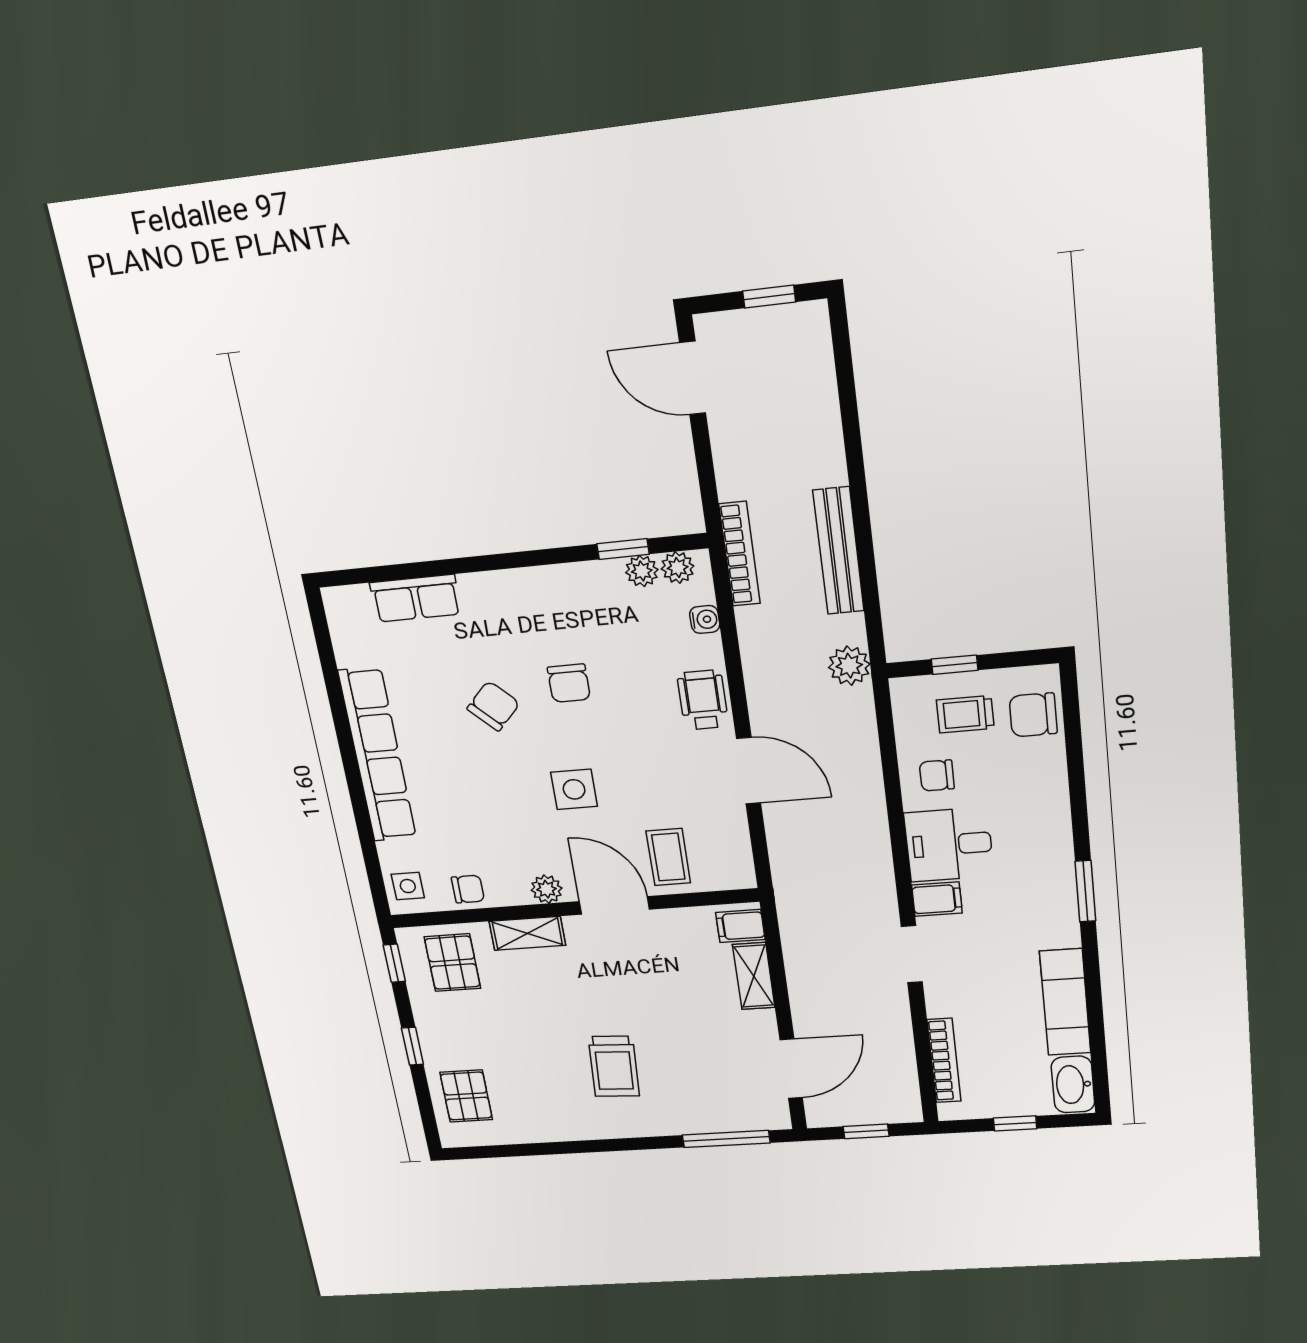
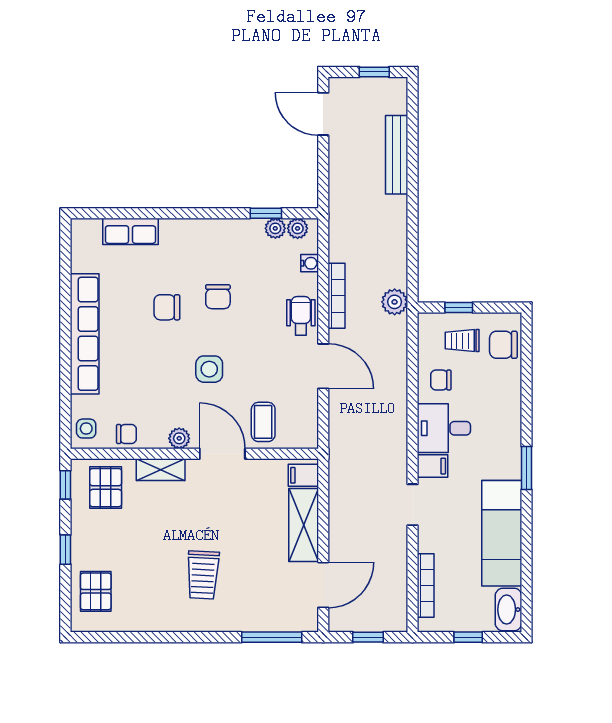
bench: (839, 551) -> (397, 155), moved
bookcase: (740, 554) -> (337, 296), moved
chair: (493, 706) -> (167, 307), turned -134
shelving: (754, 976) -> (304, 525), width x1.50, depth x1.33
exam couch: (1065, 1002) -> (502, 533), width x1.36, depth x1.45

